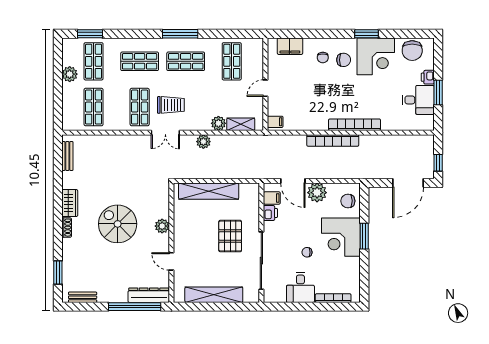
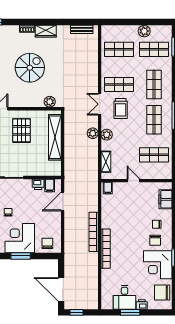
plant: (218, 123) -> (107, 135), moved
plant: (317, 193) -> (54, 220), removed
plant: (162, 226) -> (50, 102), moved
pallet: (230, 236) -> (21, 130), moved, turned 90

